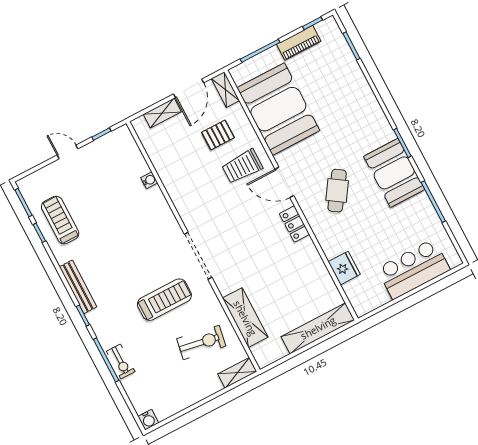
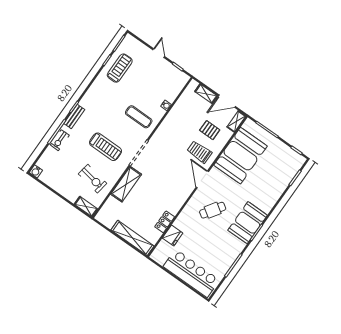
piano: (299, 43) -> (282, 148), removed
booth: (394, 173) -> (248, 223), moved
locker: (294, 224) -> (165, 222), moved
exercise mat: (145, 229) -> (139, 117), added
bar counter: (413, 269) -> (191, 273), width x1.36
bench: (78, 287) -> (74, 117), moved, width x0.73
shelving: (245, 318) -> (126, 184), moved

